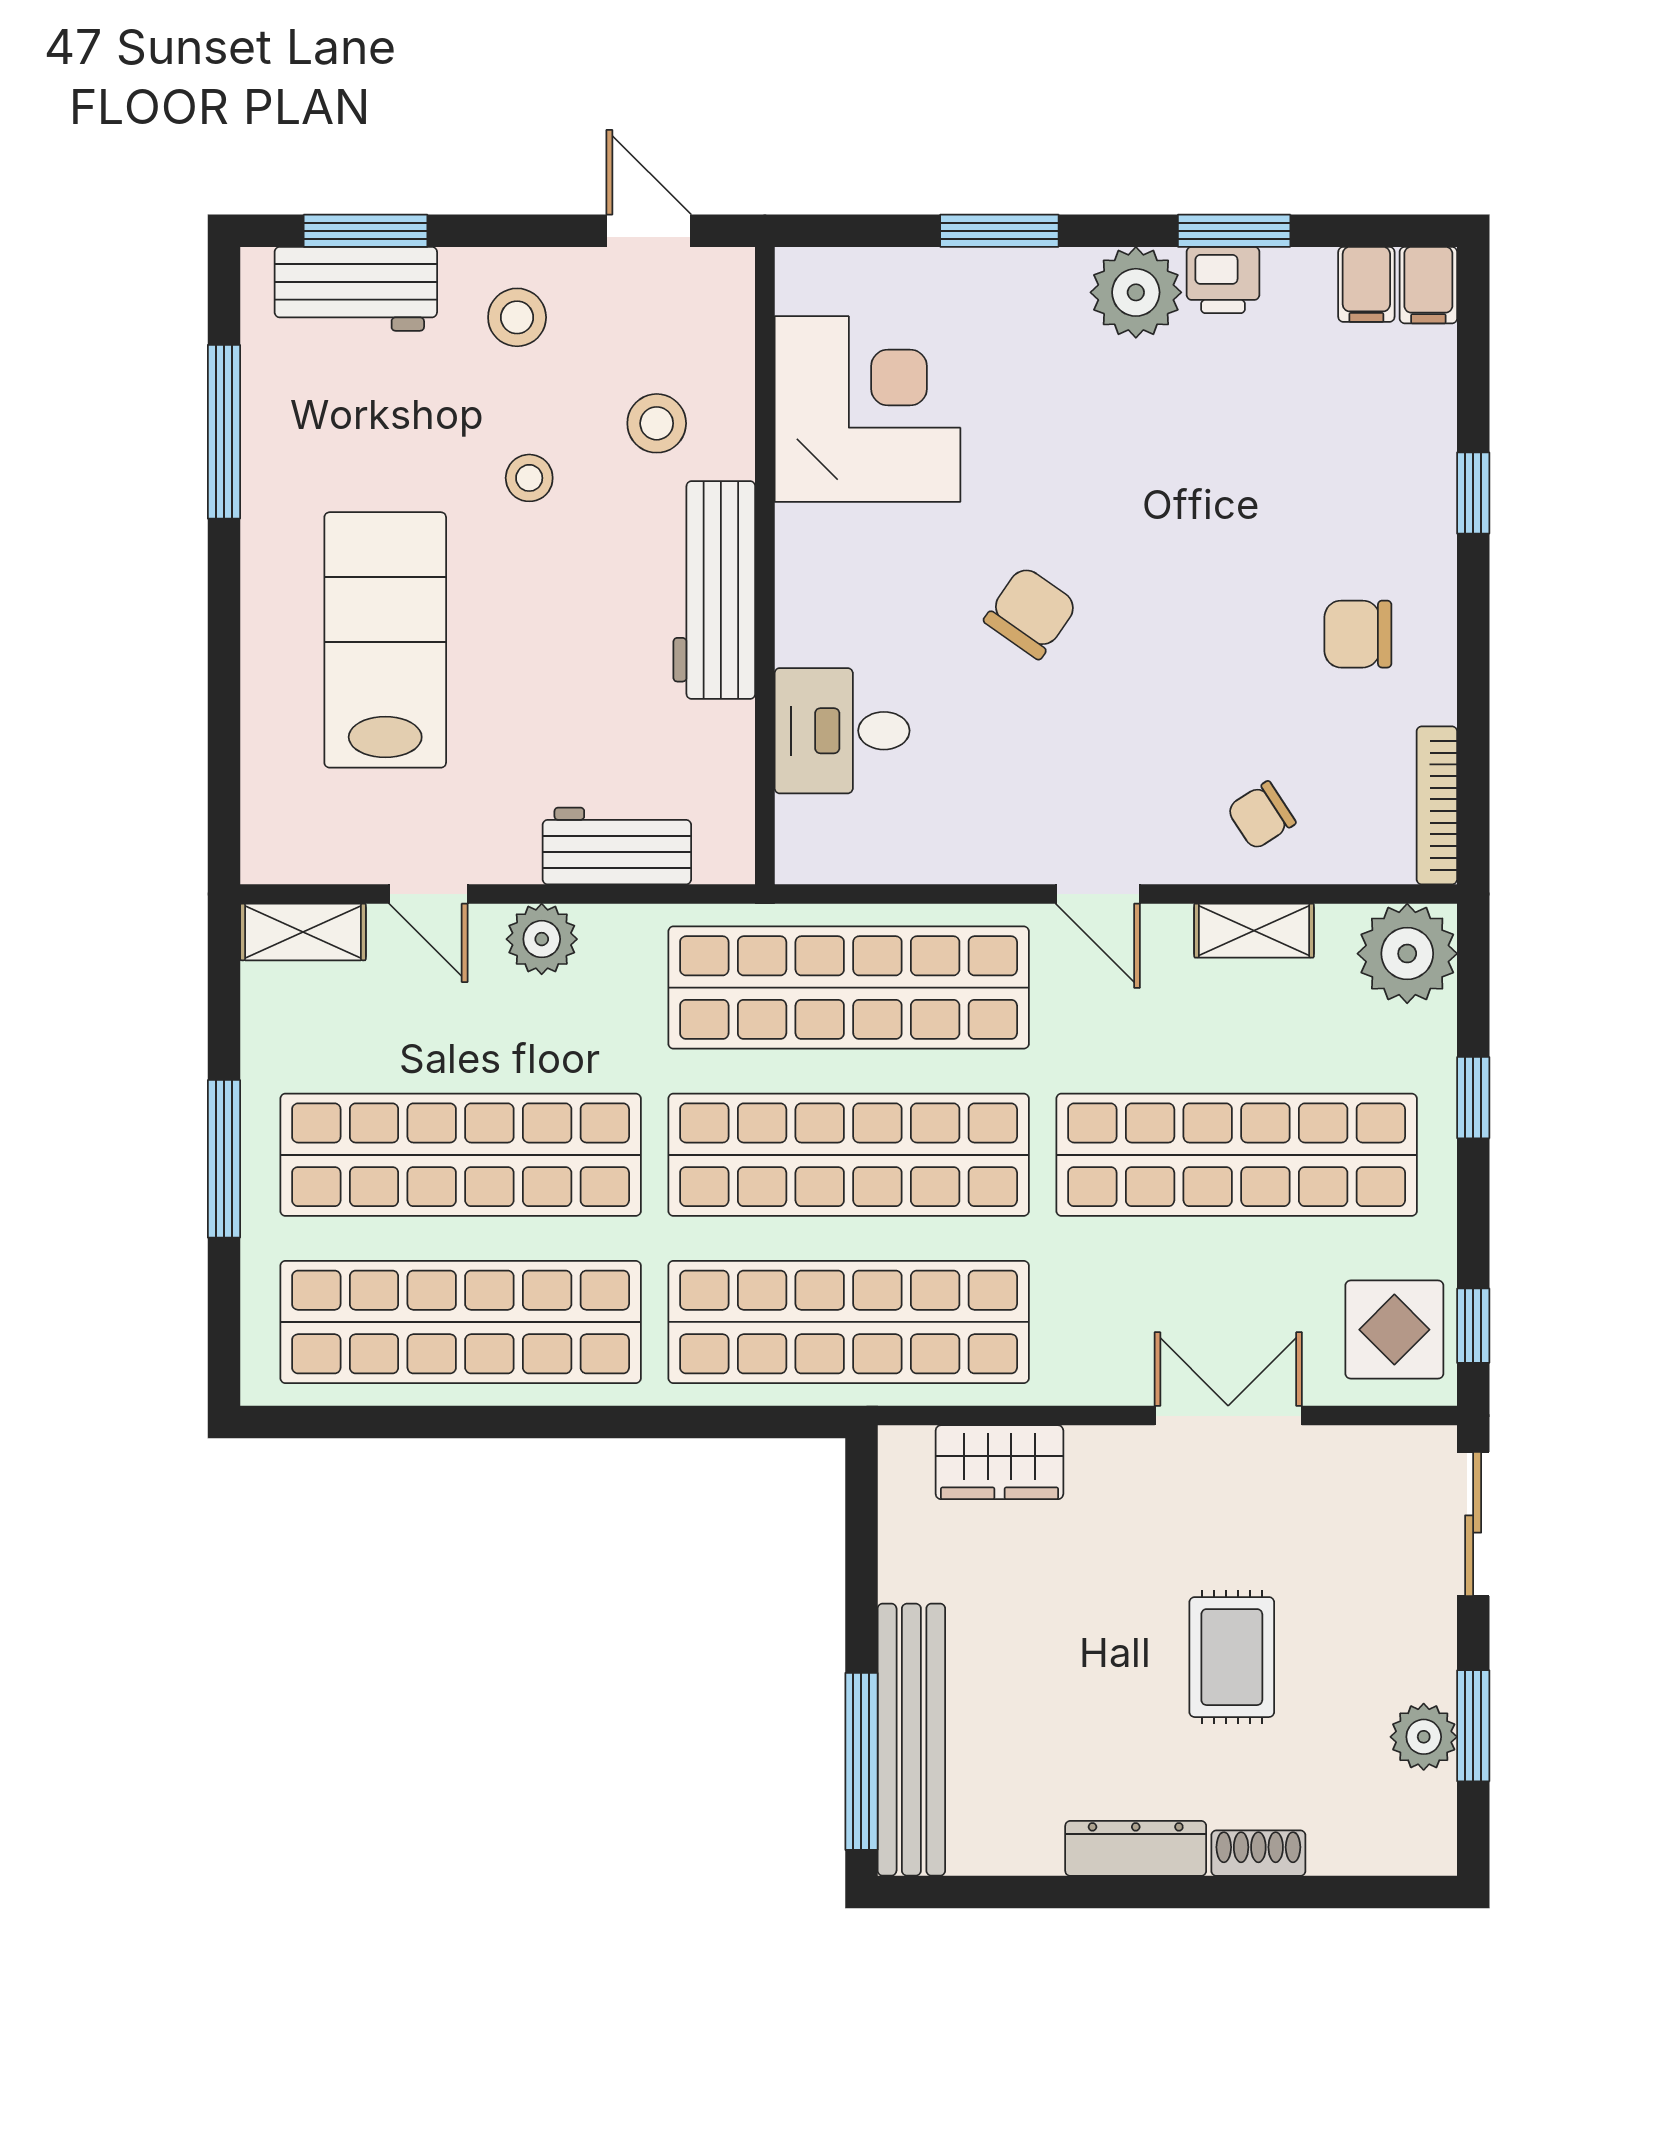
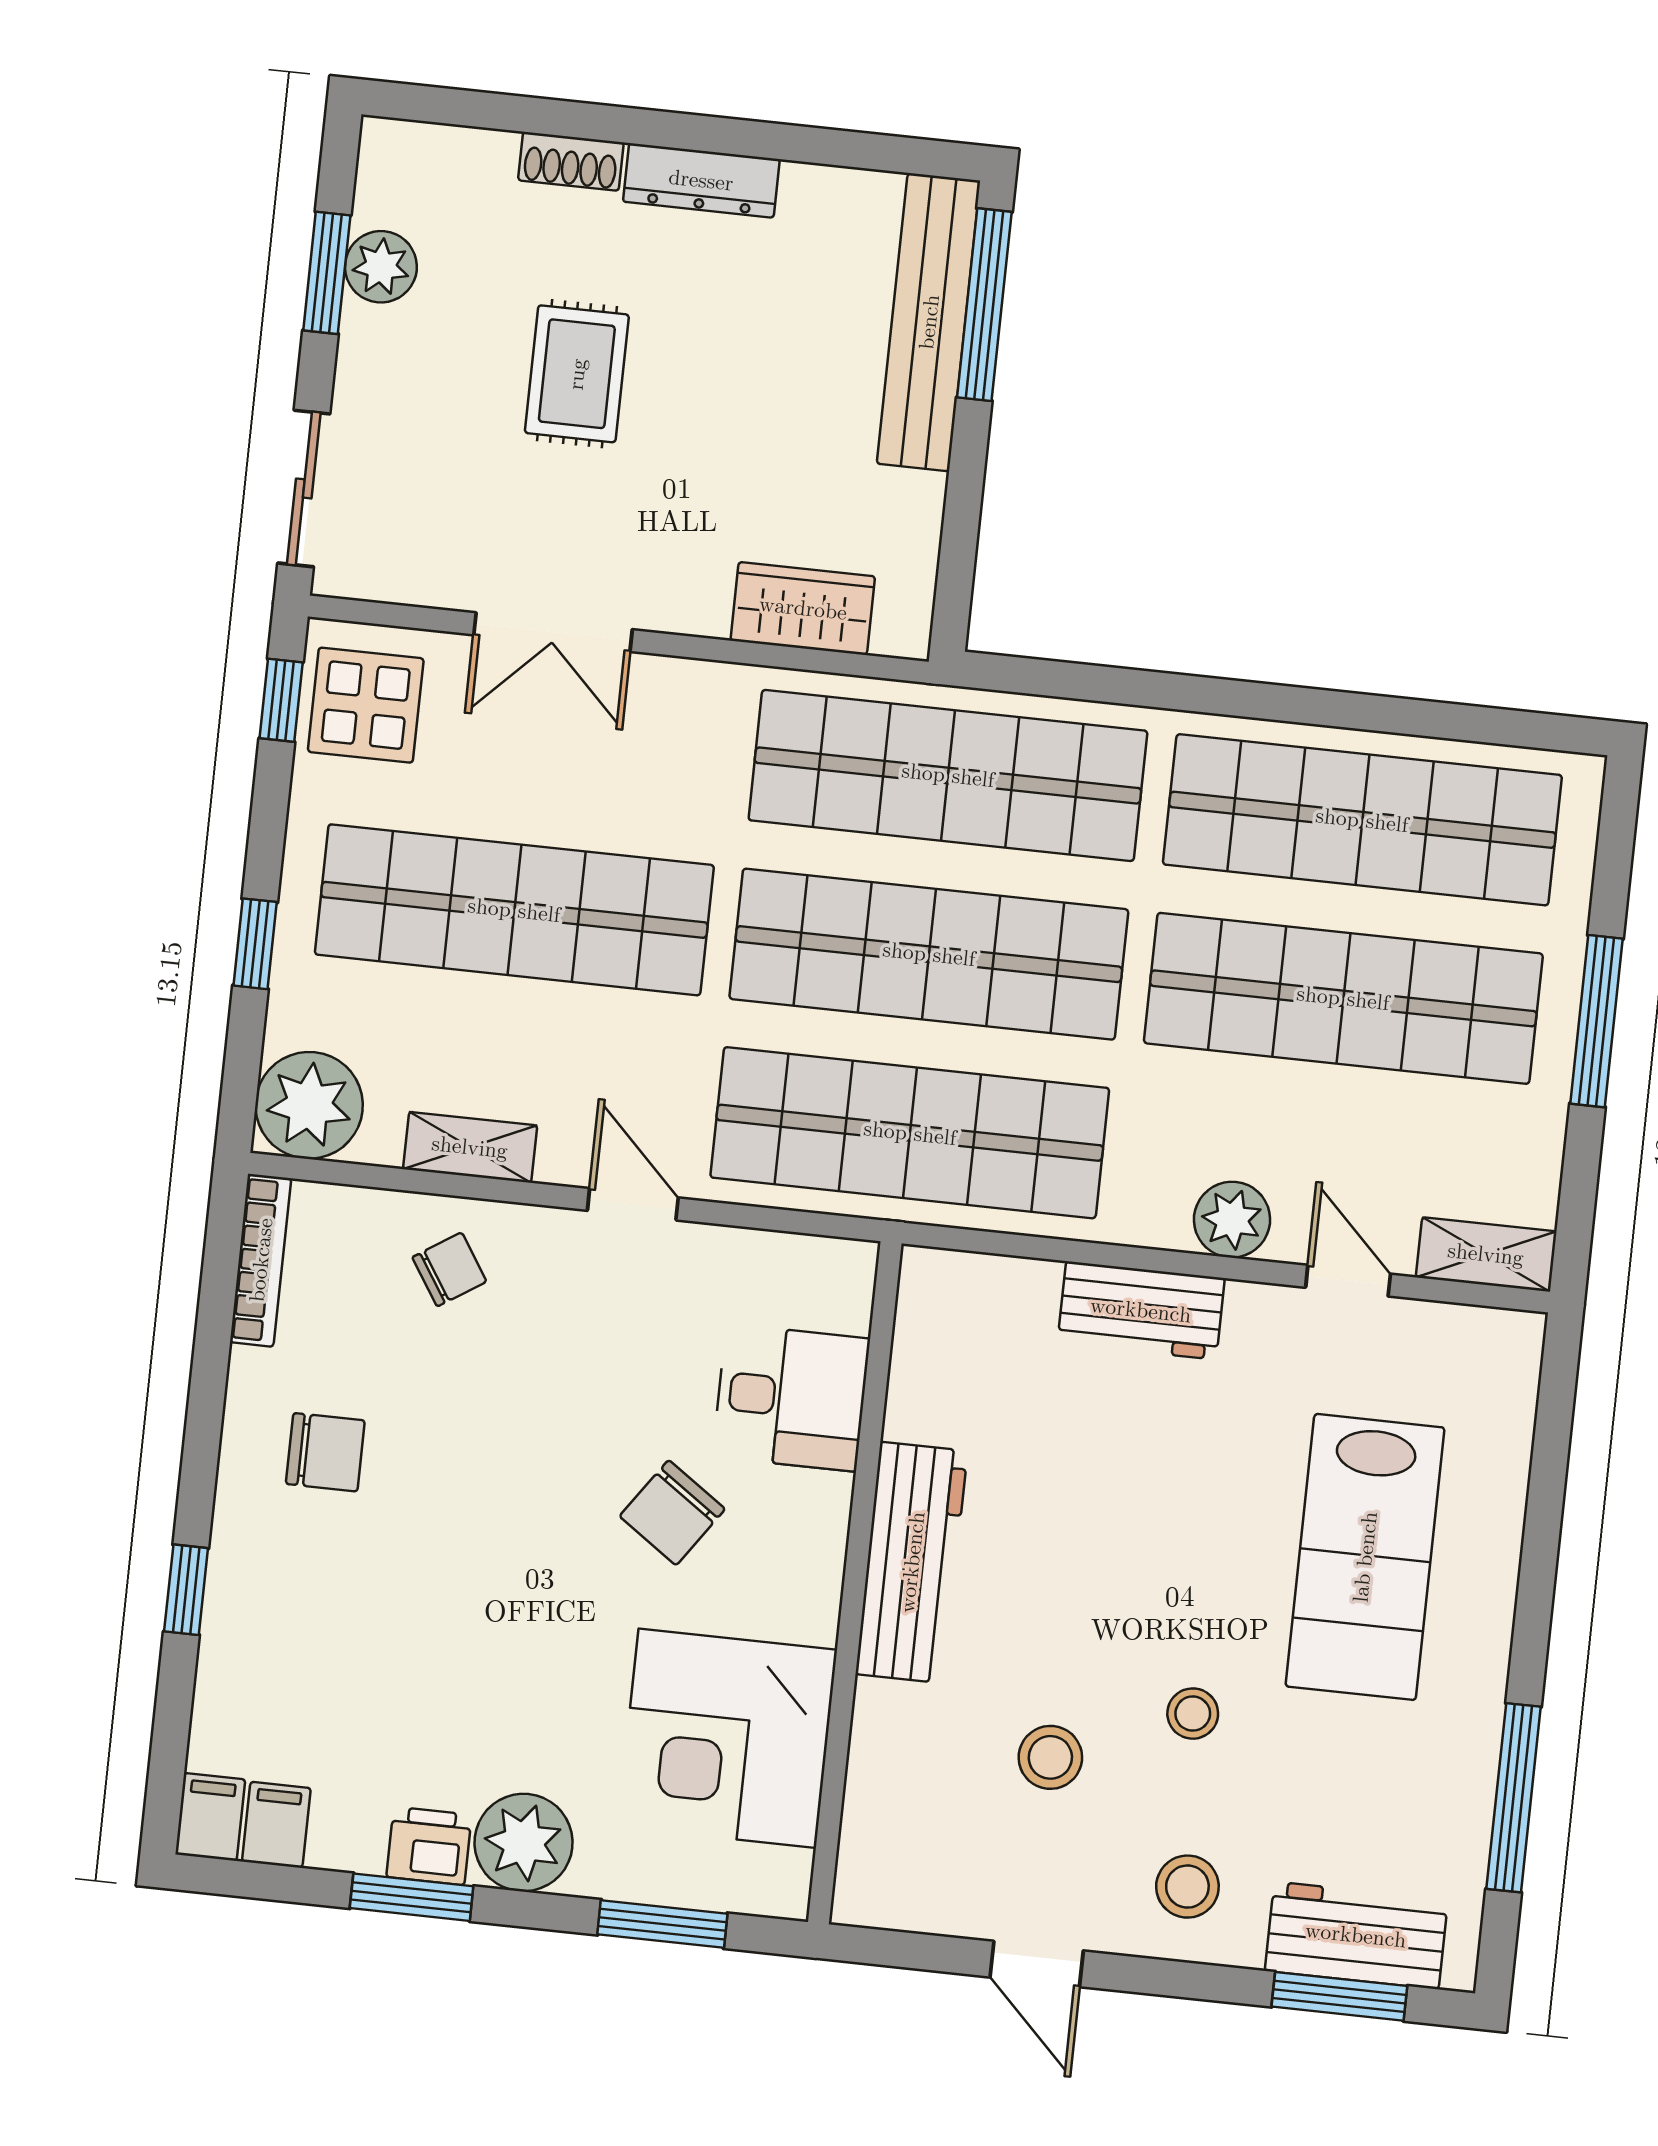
corner desk: (867, 409) -> (727, 1738), moved
wall: (765, 566) -> (855, 1583), moved
workbench: (714, 590) -> (912, 1562), moved
desk: (842, 731) -> (791, 1398), moved

